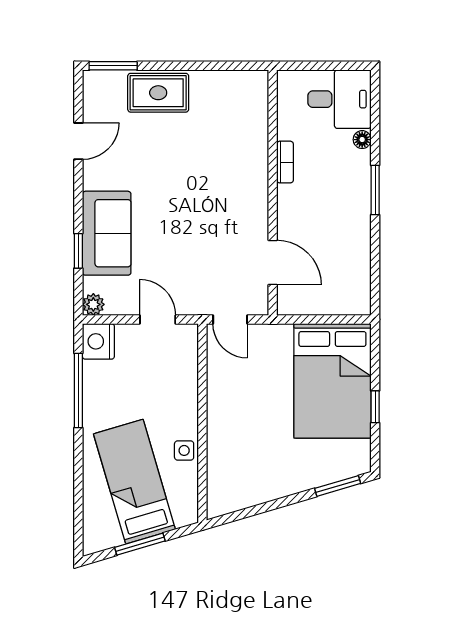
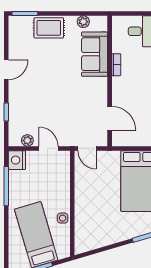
plant: (223, 81) -> (83, 22), added
door: (78, 141) -> (6, 70), moved
sofa: (107, 233) -> (95, 54), moved, turned 180
plant: (93, 304) -> (27, 140), moved

